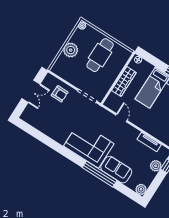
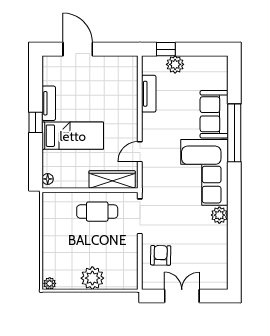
cafe table: (100, 55) -> (97, 212), moved, width x0.73, depth x0.74
wardrobe: (124, 81) -> (112, 179), moved
plant: (141, 189) -> (219, 215), moved

